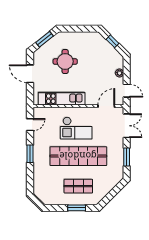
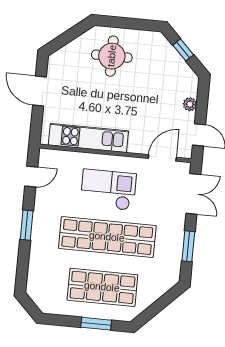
window: (45, 39) -> (70, 35), removed
round table: (65, 61) -> (112, 56), moved
checkout: (76, 128) -> (108, 190), turned 180
shop shelf: (78, 186) -> (102, 287), width x1.43, depth x1.36

